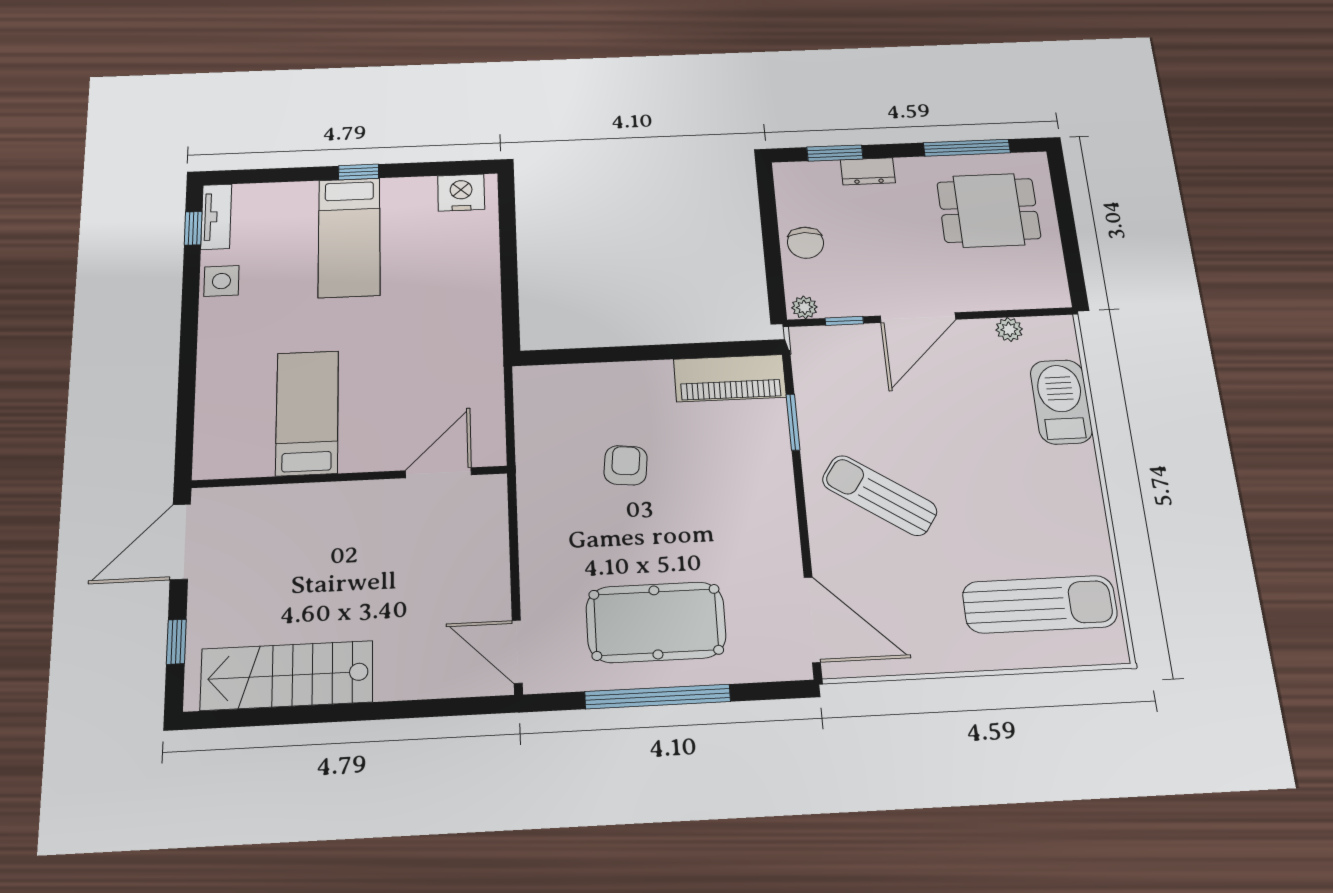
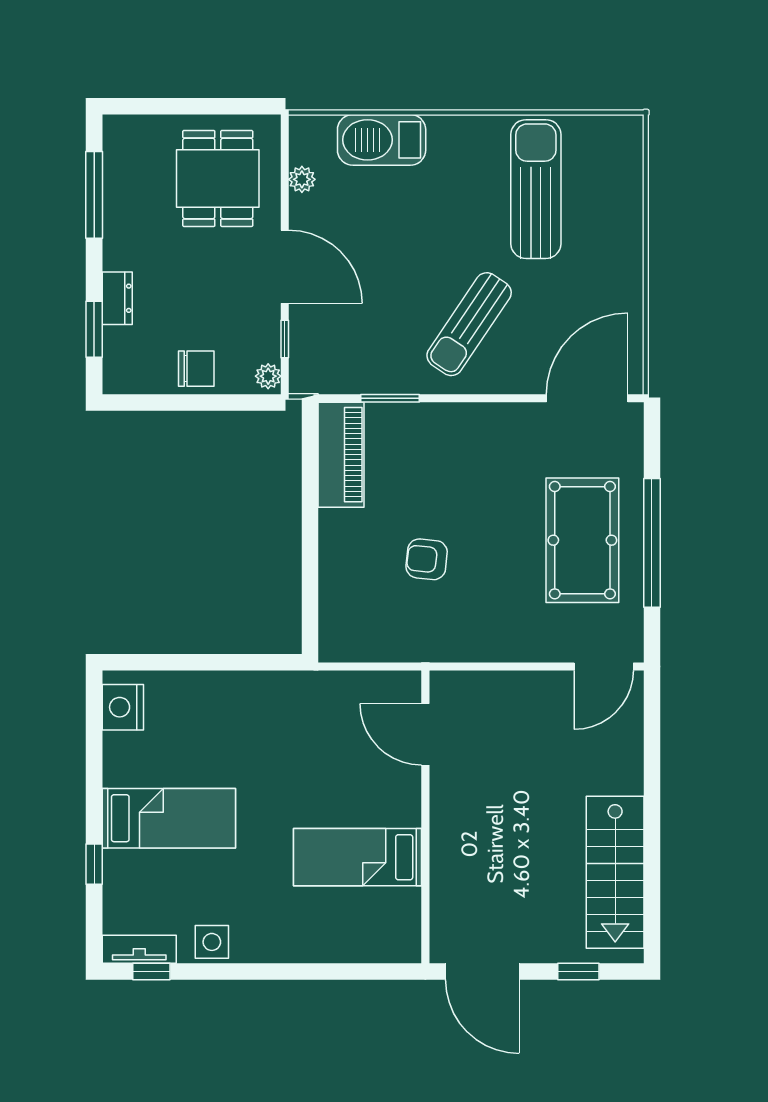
window: (359, 172) -> (94, 864), moved
dining table: (989, 210) -> (218, 178), moved
sun lounger: (1040, 604) -> (536, 189), moved

